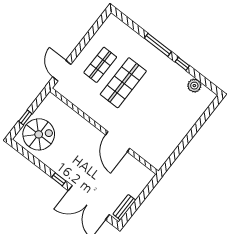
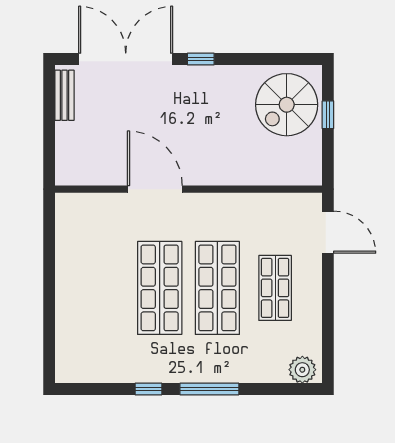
plant: (194, 86) -> (302, 370), moved
shop shelf: (146, 101) -> (160, 288), added

